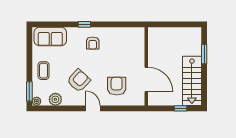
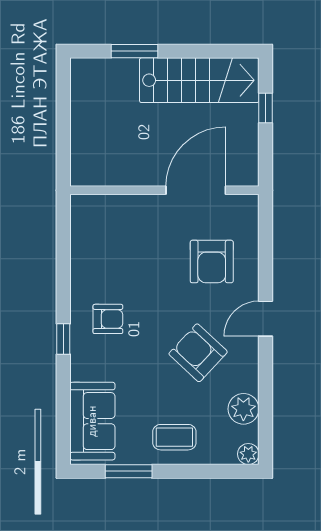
armchair: (117, 86) -> (212, 262), turned -90
window: (29, 91) -> (129, 471), moved

